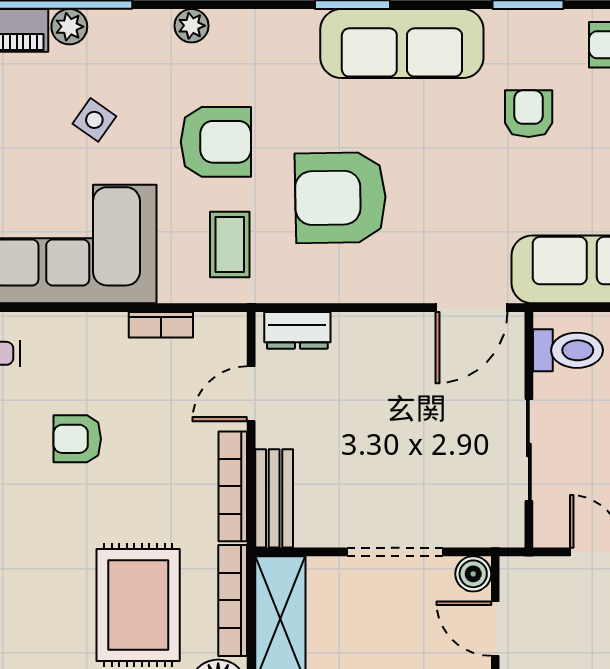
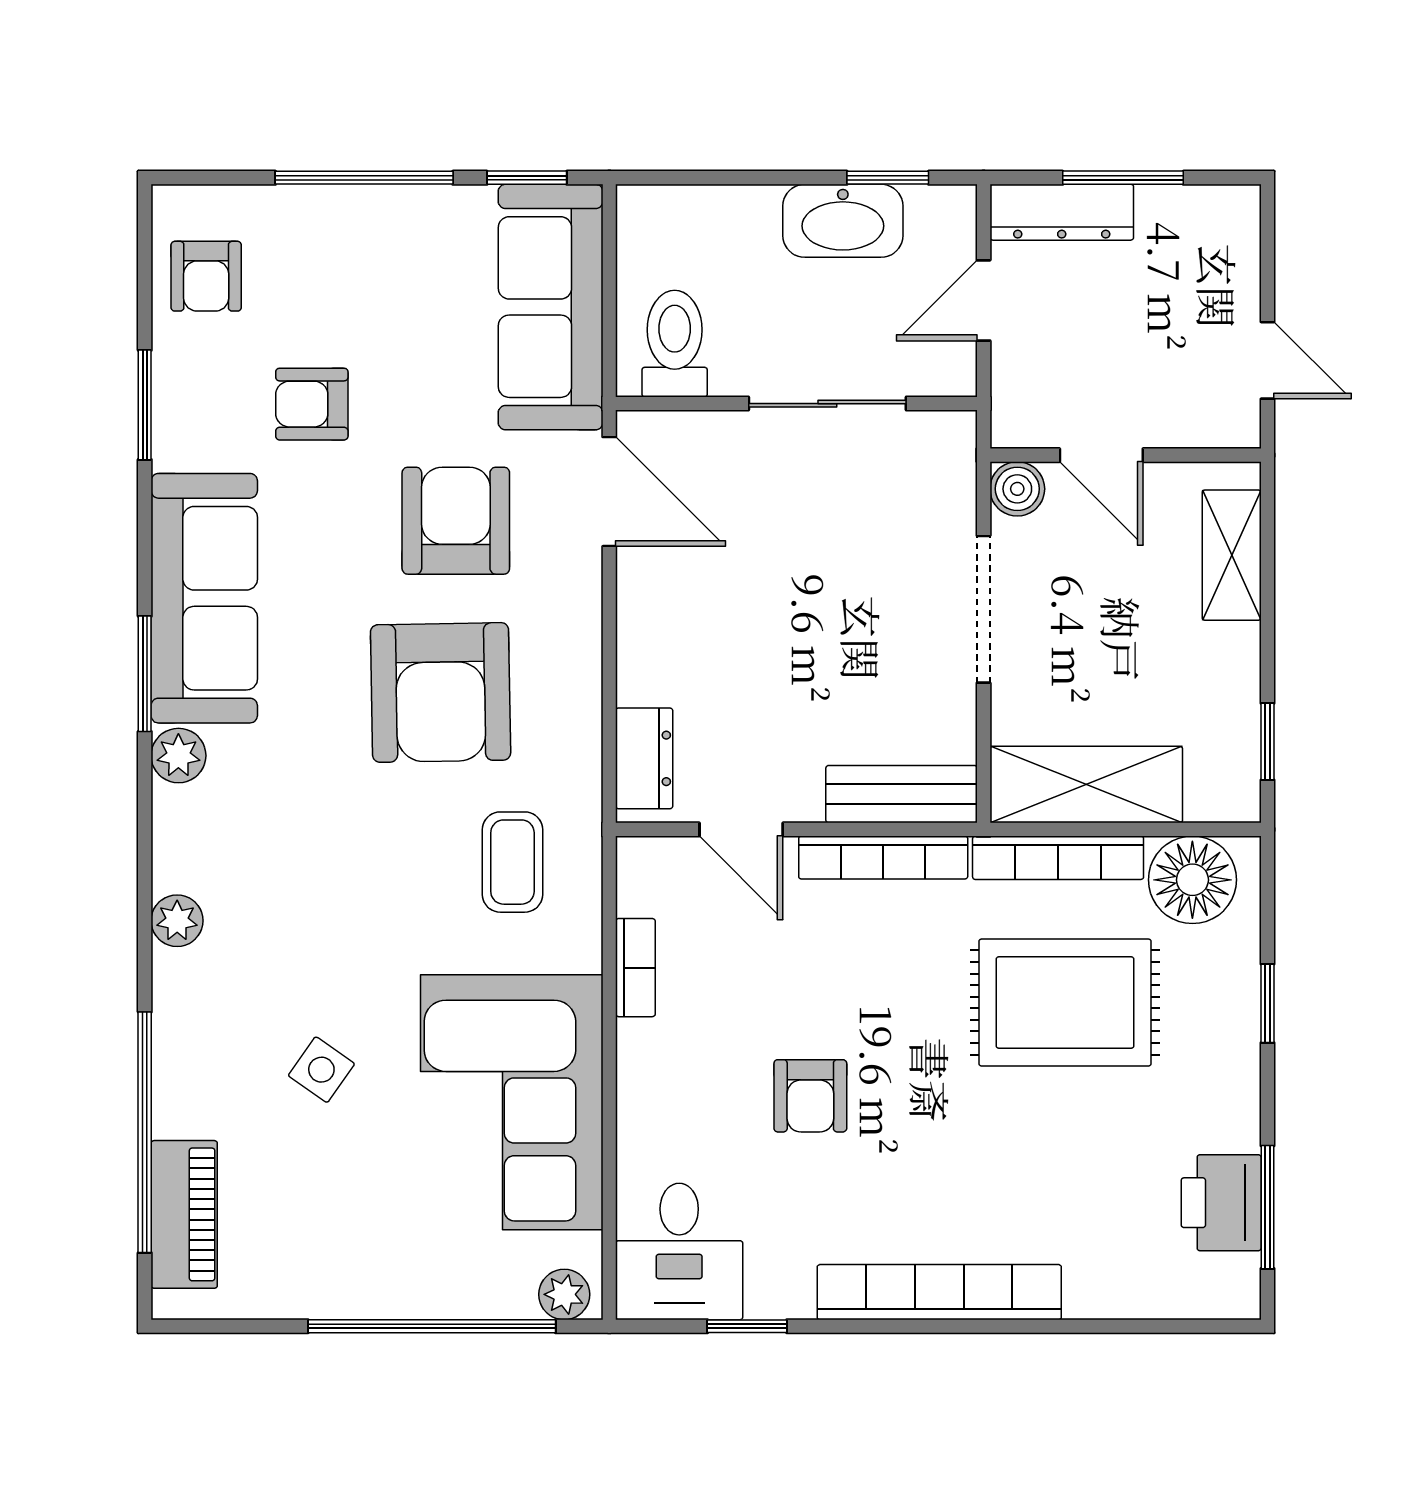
plant: (69, 27) -> (178, 756), moved
armchair: (216, 142) -> (456, 521), moved
coffee table: (230, 245) -> (512, 862), turned 90
door: (495, 629) -> (1101, 455), hinge flipped

